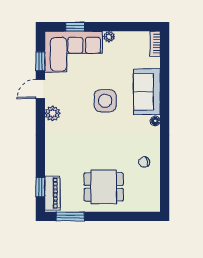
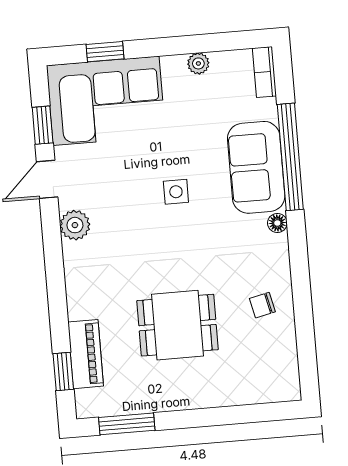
plant: (109, 37) -> (198, 63), moved
window: (165, 88) -> (290, 157), added
side table: (105, 101) -> (176, 192), width x0.54, depth x0.54
dining table: (104, 187) -> (178, 325), moved
piano: (52, 193) -> (86, 354), moved

